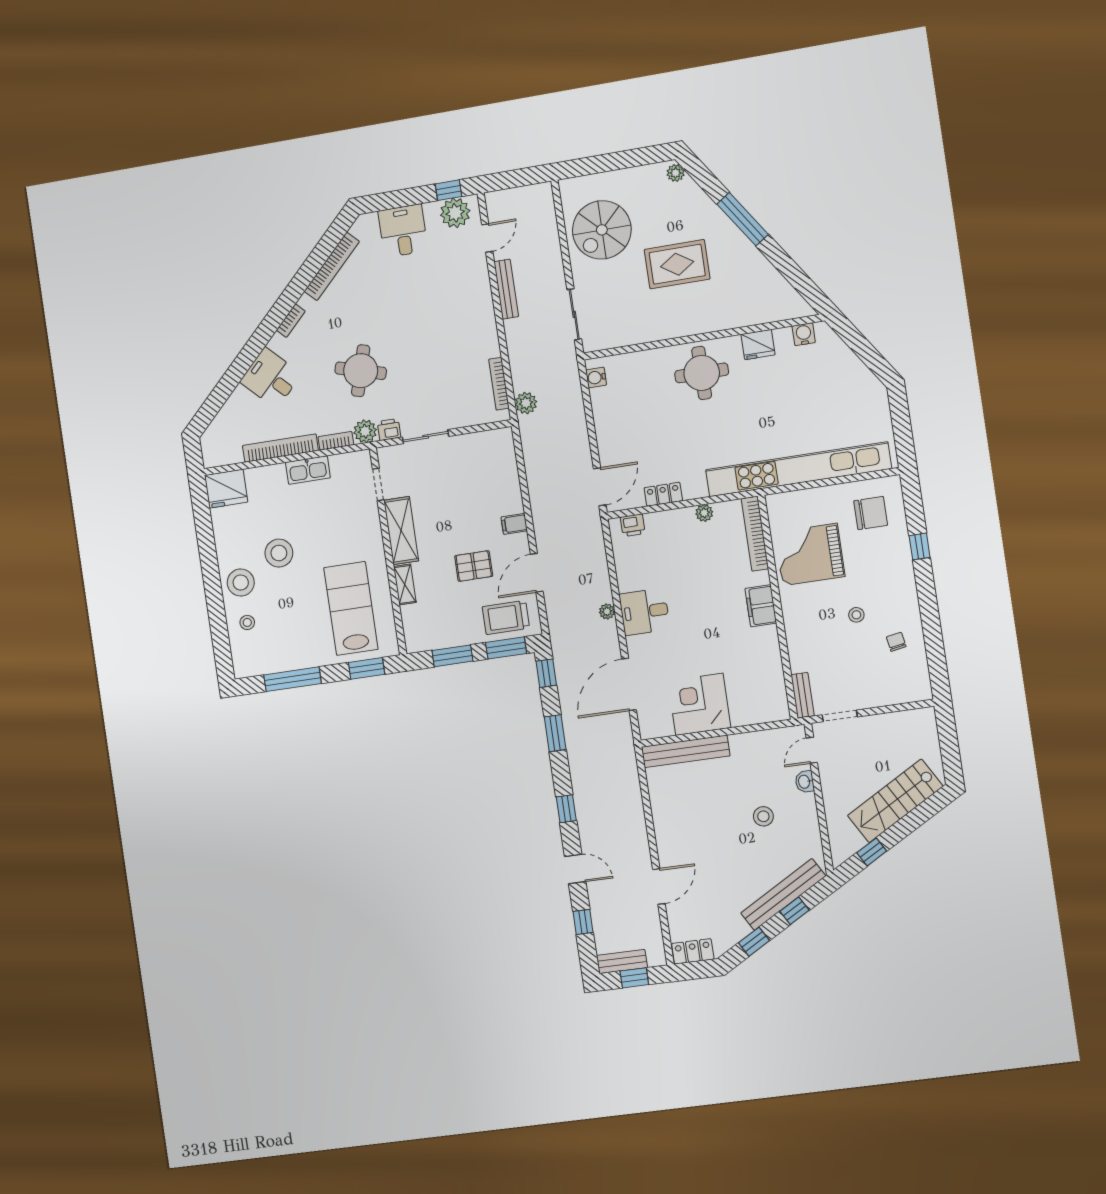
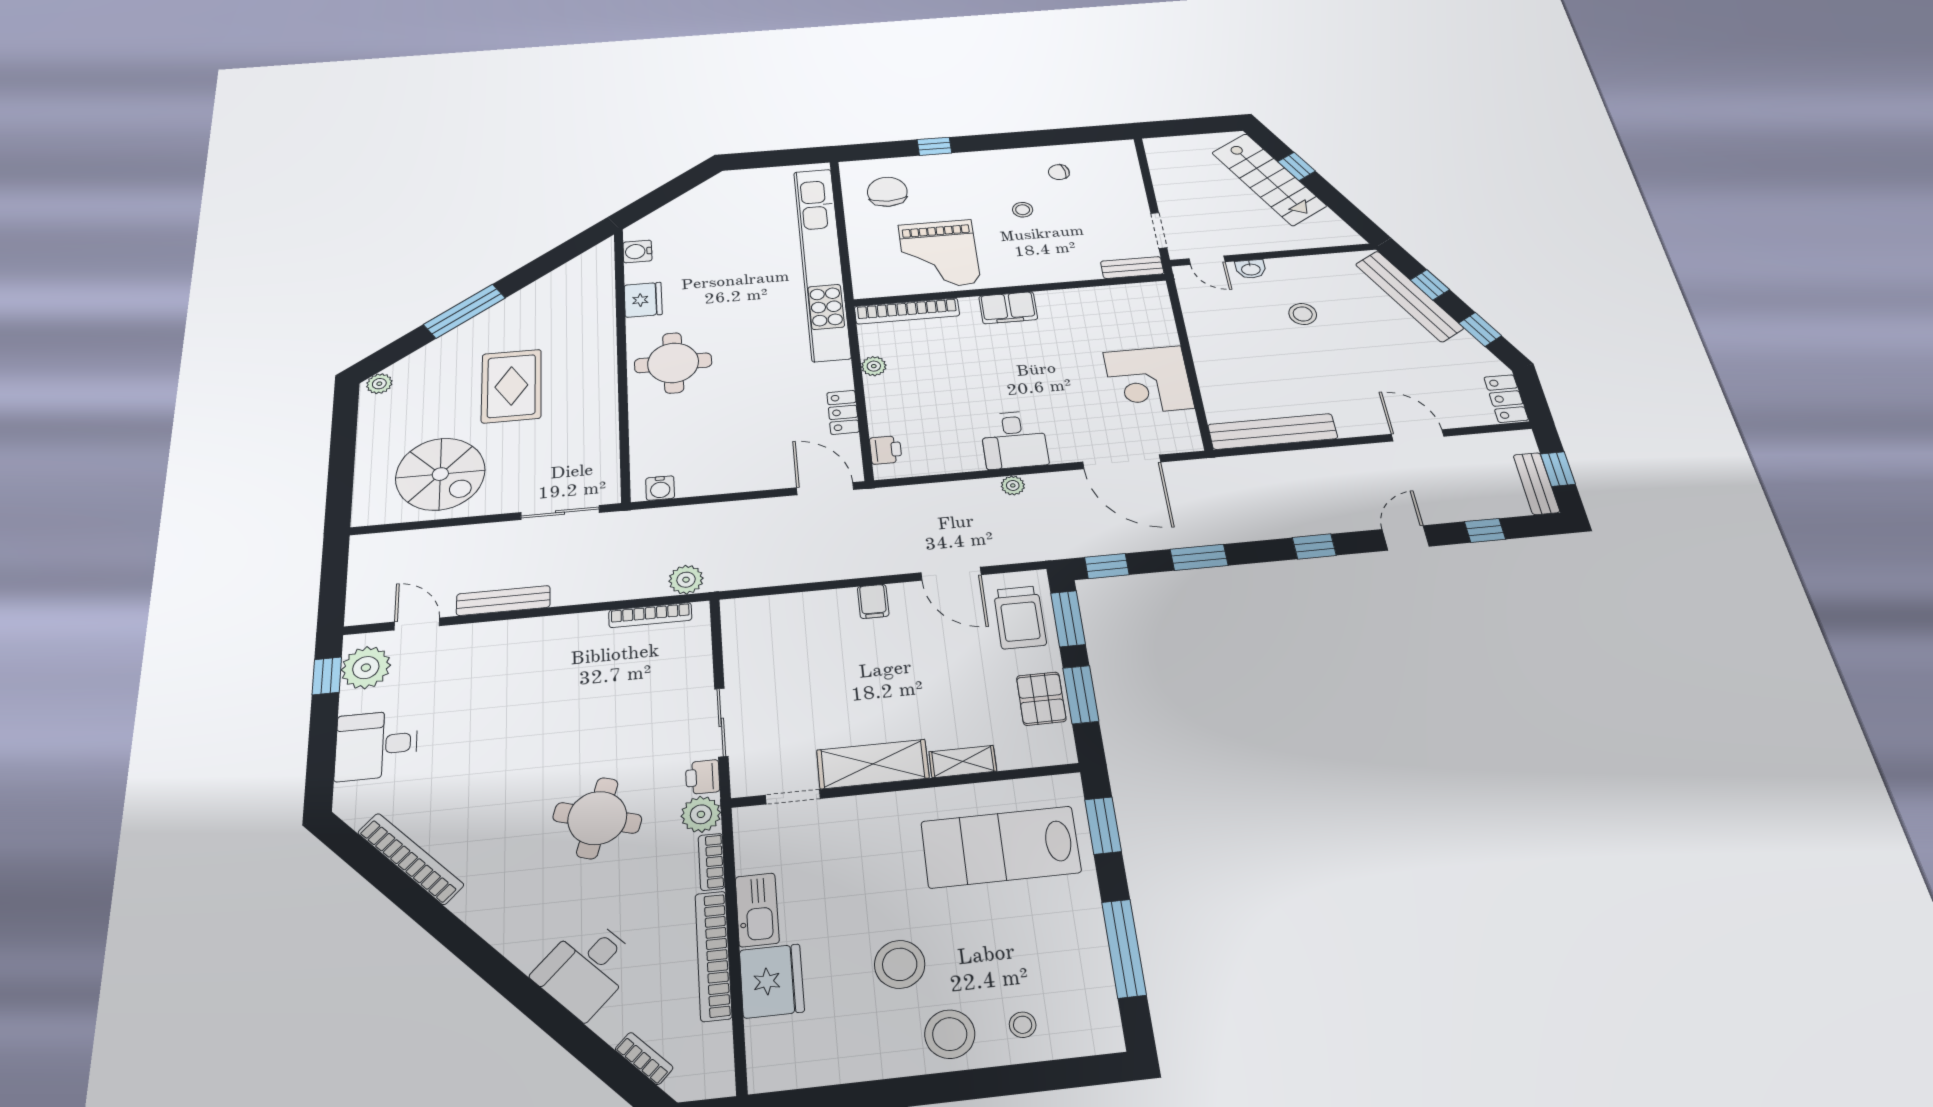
bookcase: (291, 321) -> (644, 1058), moved
fridge: (226, 489) -> (772, 981), moved
pallet: (474, 566) -> (1041, 699), moved
bench: (686, 751) -> (1273, 432), moved, turned 90
window: (872, 852) -> (1297, 166), moved

